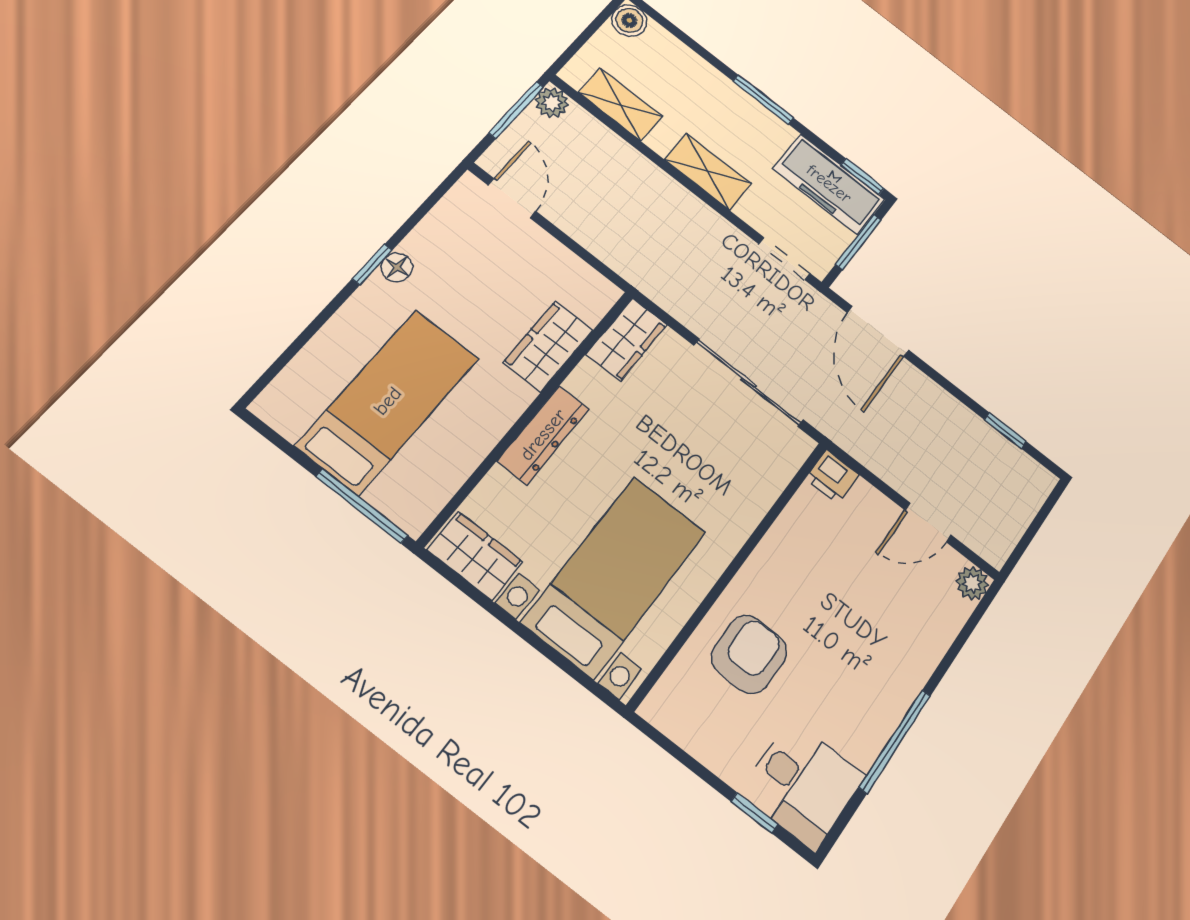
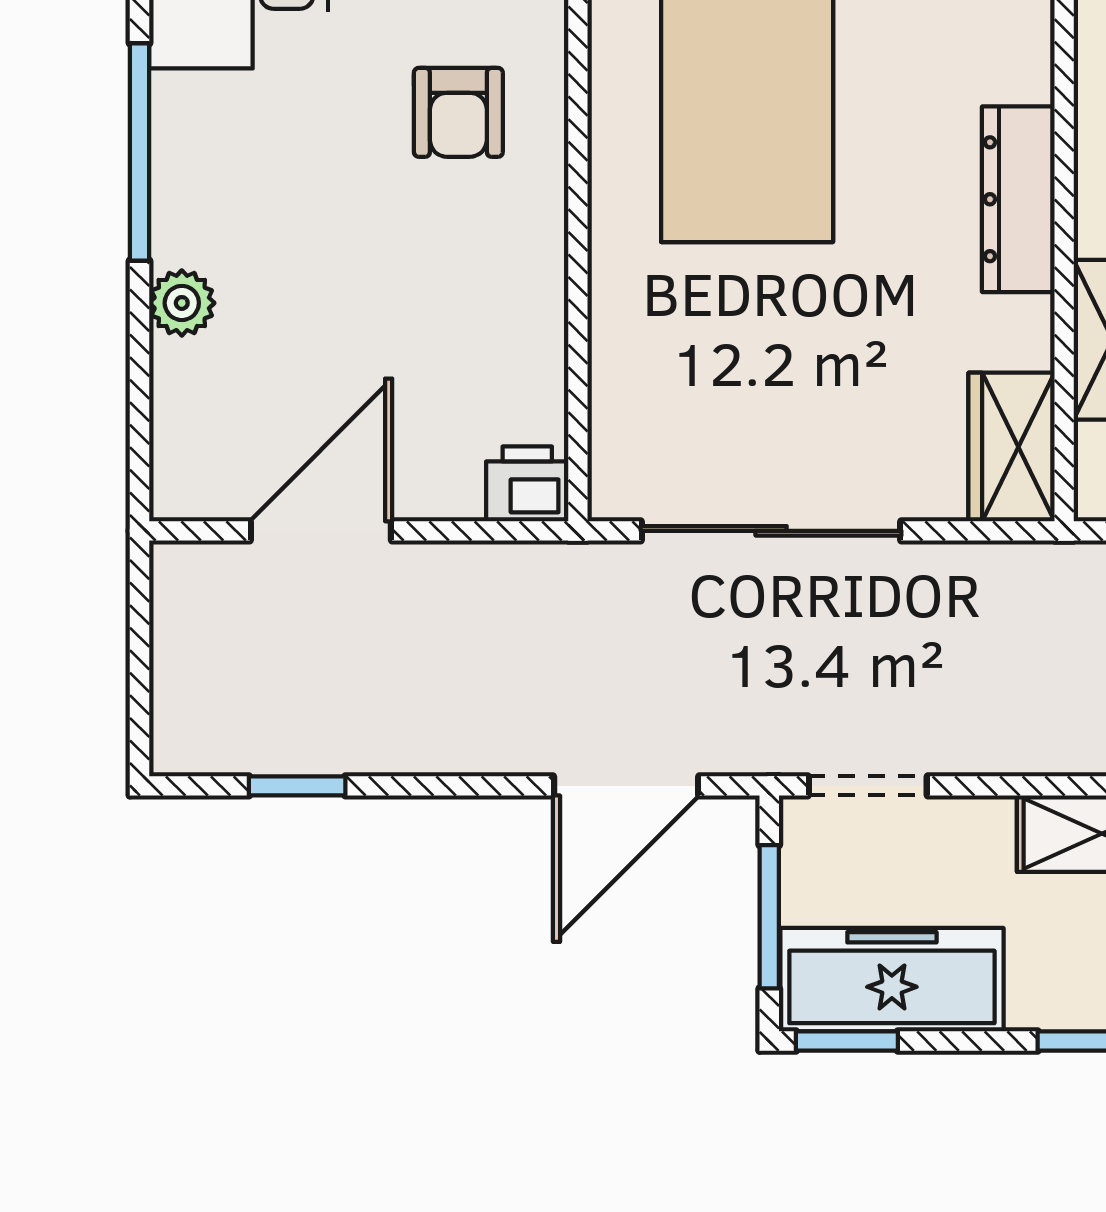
door: (878, 331) -> (626, 786), swing flipped
door: (928, 522) -> (321, 531), width x1.38
plant: (972, 583) -> (182, 303), moved
armchair: (749, 654) -> (458, 112), width x0.72, depth x0.72

